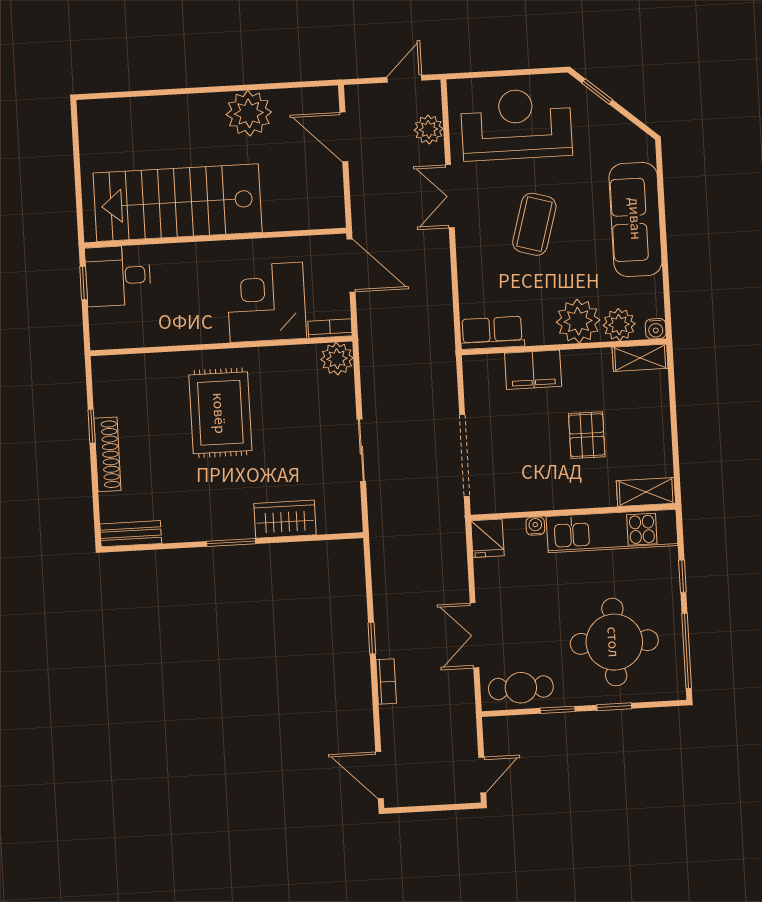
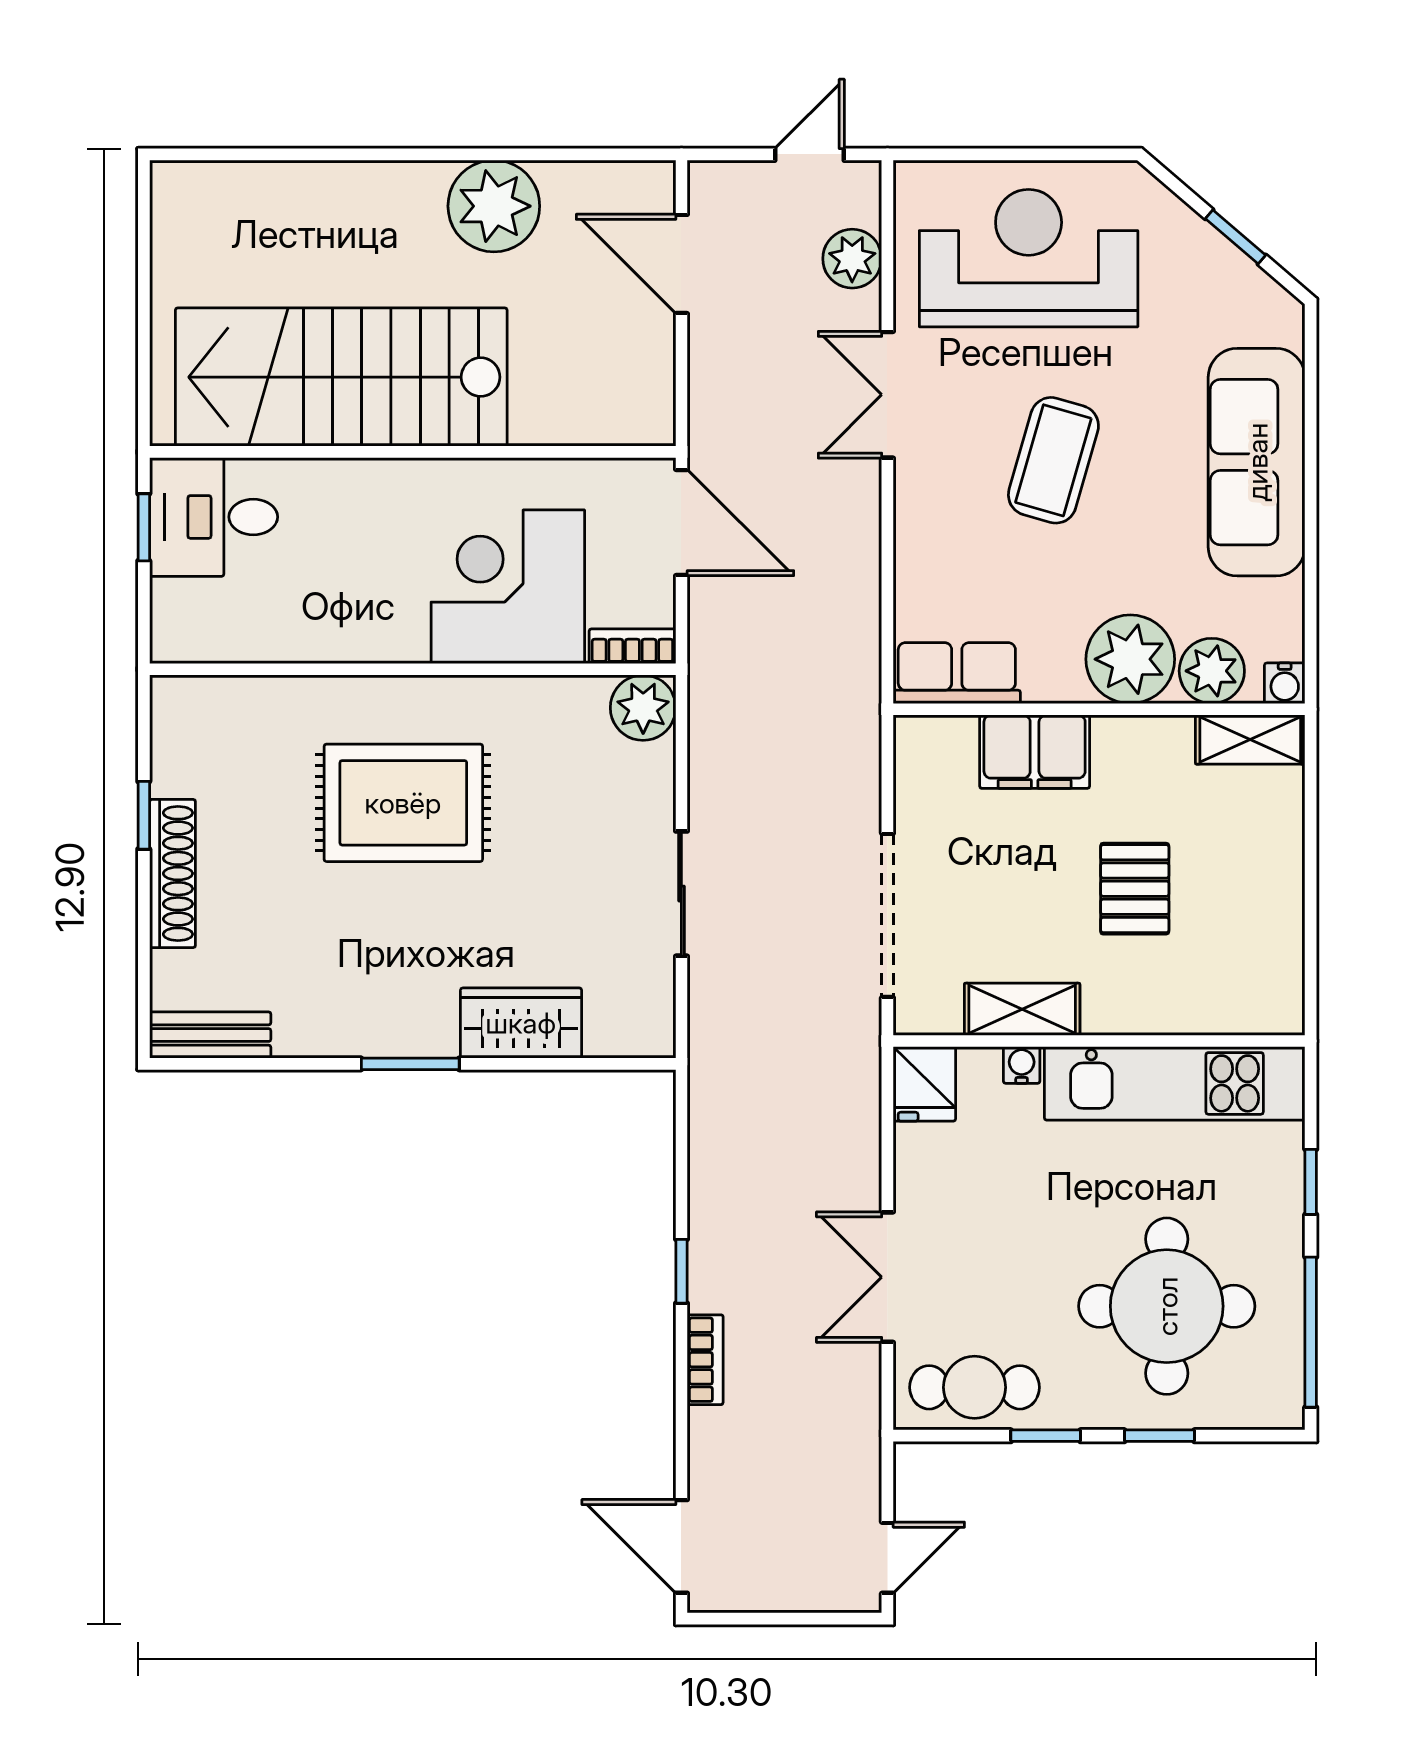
window: (597, 91) -> (1235, 237), moved
rug: (220, 413) -> (403, 803), turned 90
shelving: (646, 492) -> (1022, 1009), moved

